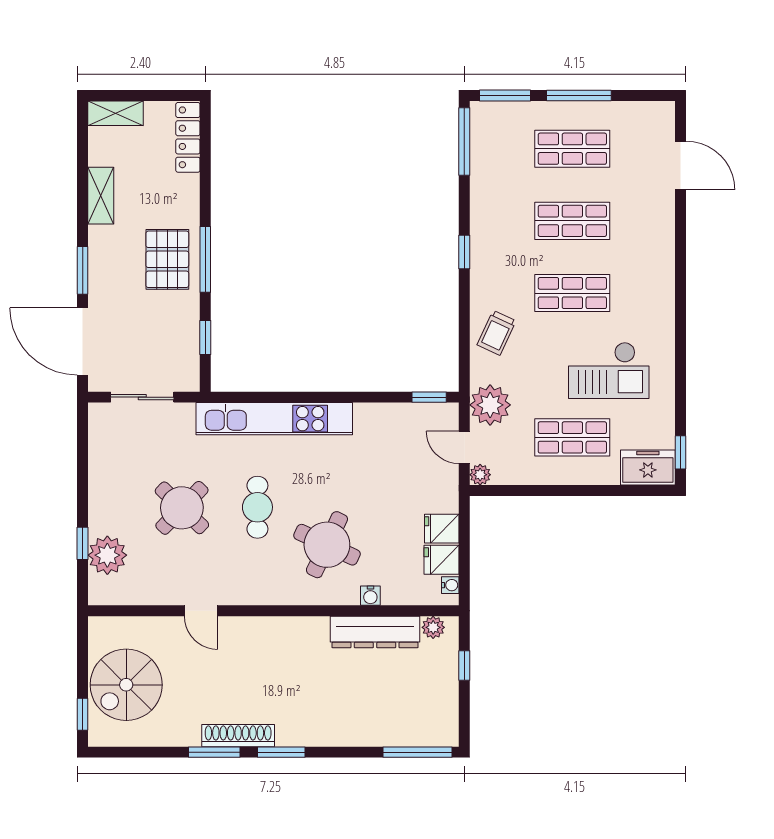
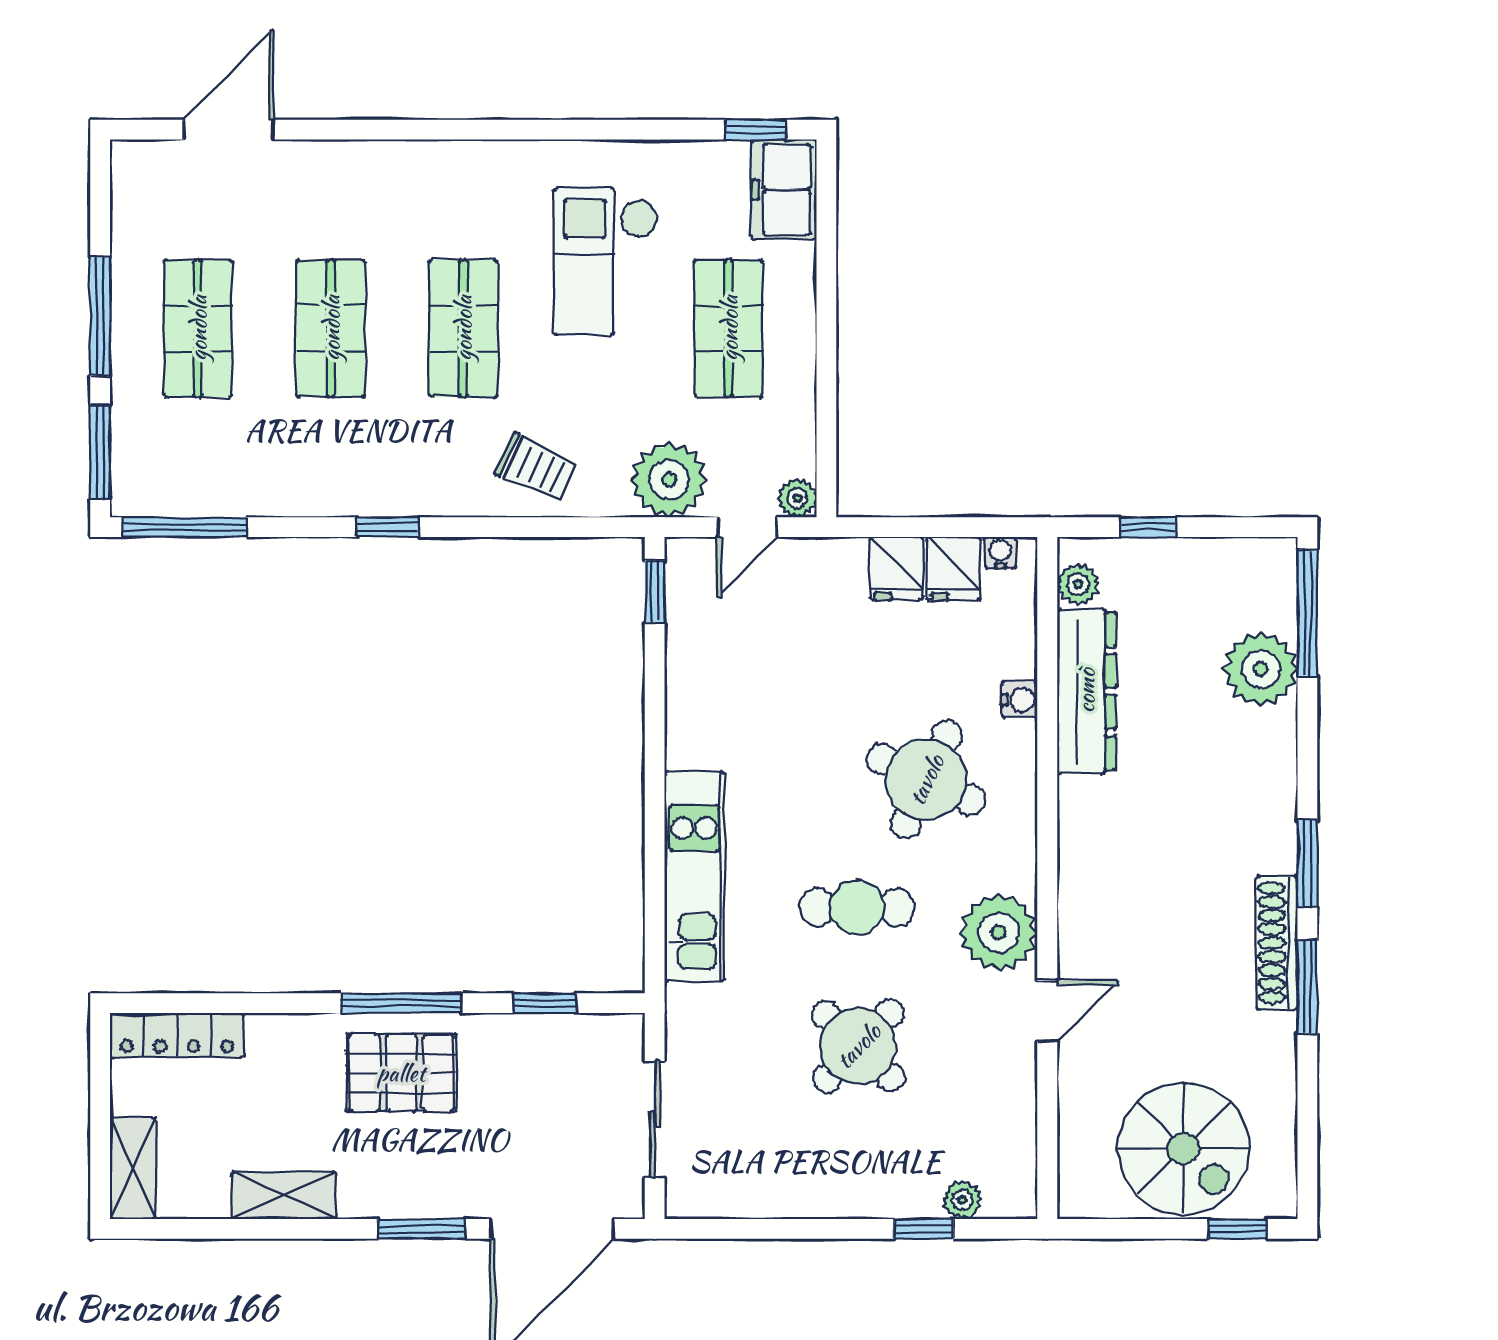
checkout: (609, 370) -> (605, 262), turned 180
kitchen unit: (274, 419) -> (694, 876), width x0.73
plant: (107, 555) -> (962, 1200), width x0.53, depth x0.53
plant: (244, 584) -> (999, 933), added
plant: (387, 727) -> (1261, 669), added

